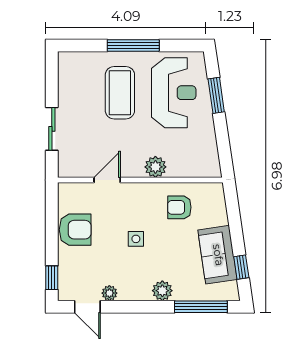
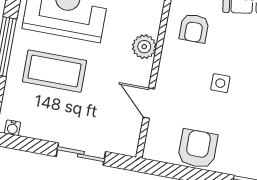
water cooler: (64, 65) -> (13, 128), added

